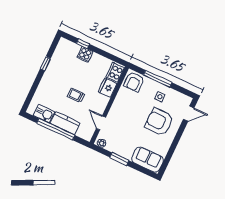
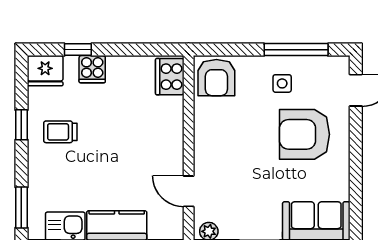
window: (158, 79) -> (296, 50), moved
fridge: (108, 88) -> (45, 71), moved, turned -90
trolley: (76, 95) -> (60, 132), moved
window: (30, 98) -> (21, 207), added

